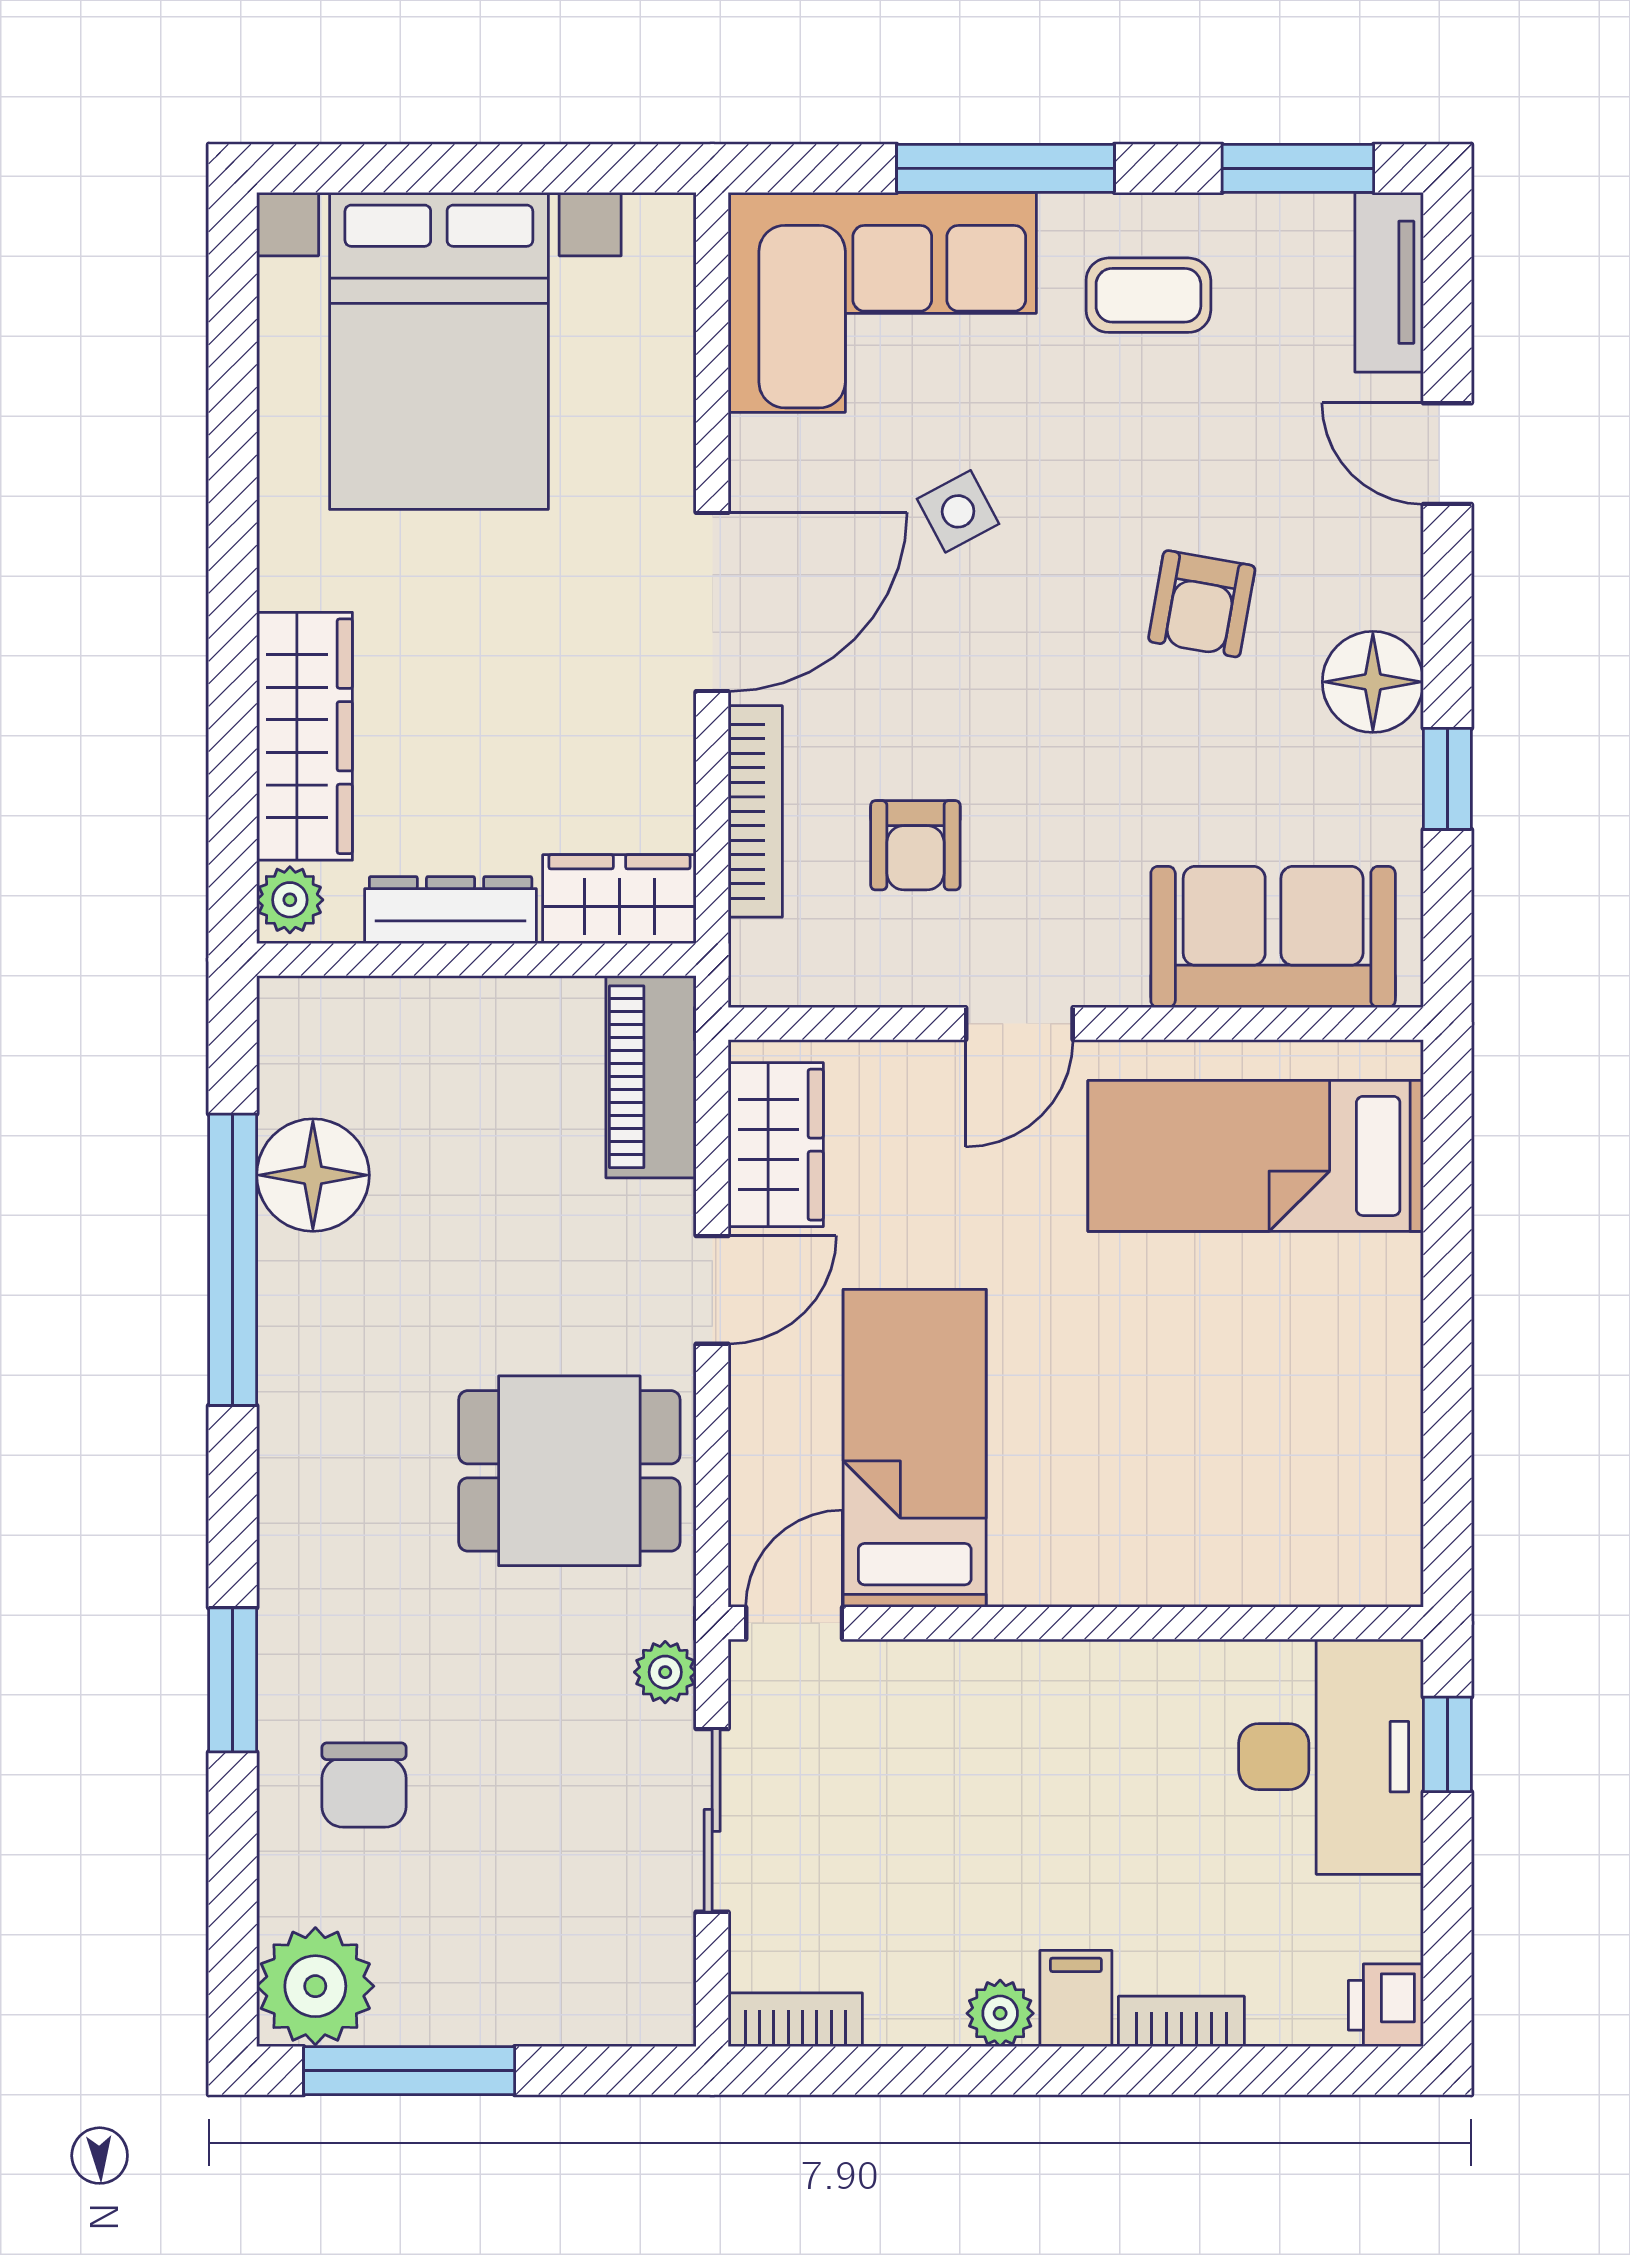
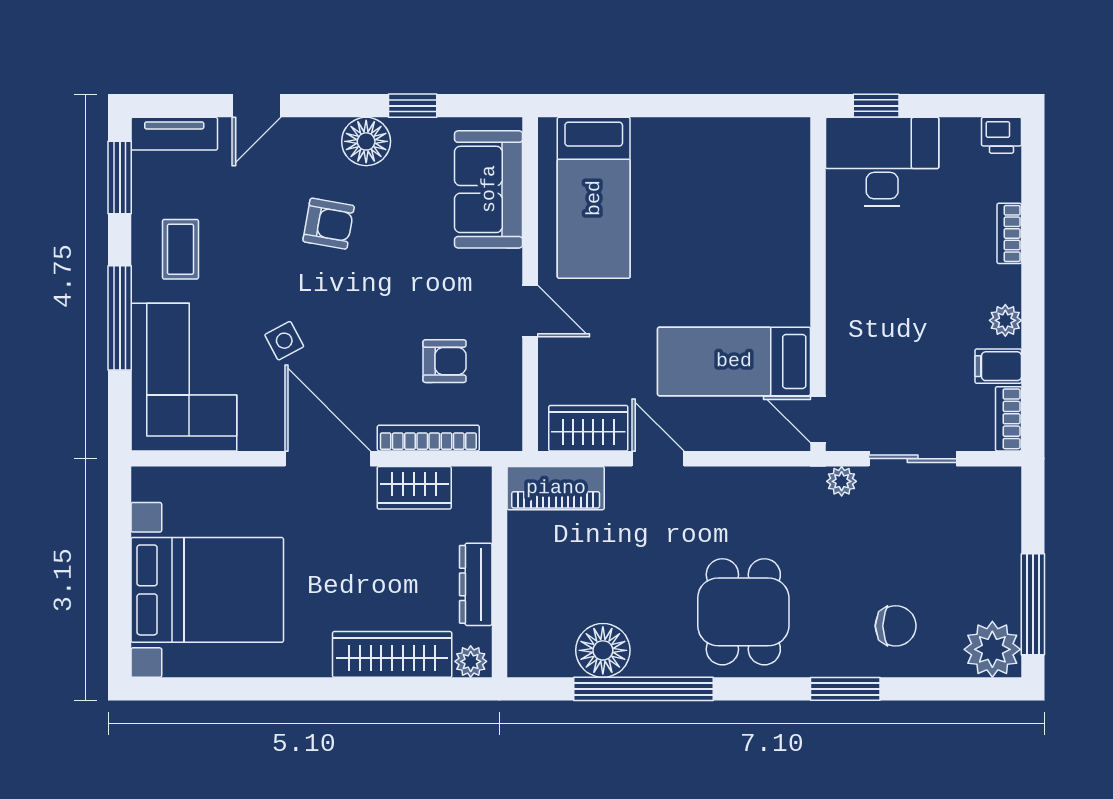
wardrobe: (619, 899) -> (414, 488), moved, turned -90
dining table: (569, 1471) -> (743, 612), moved
filing cabinet: (1076, 1999) -> (998, 366), moved

